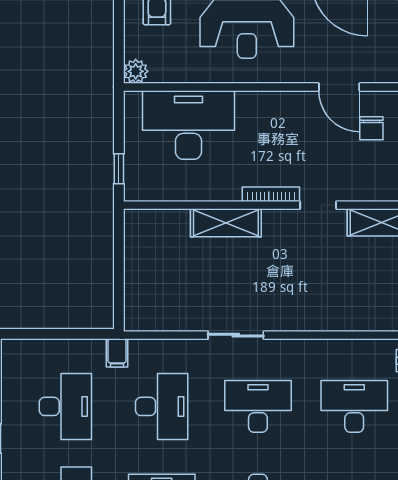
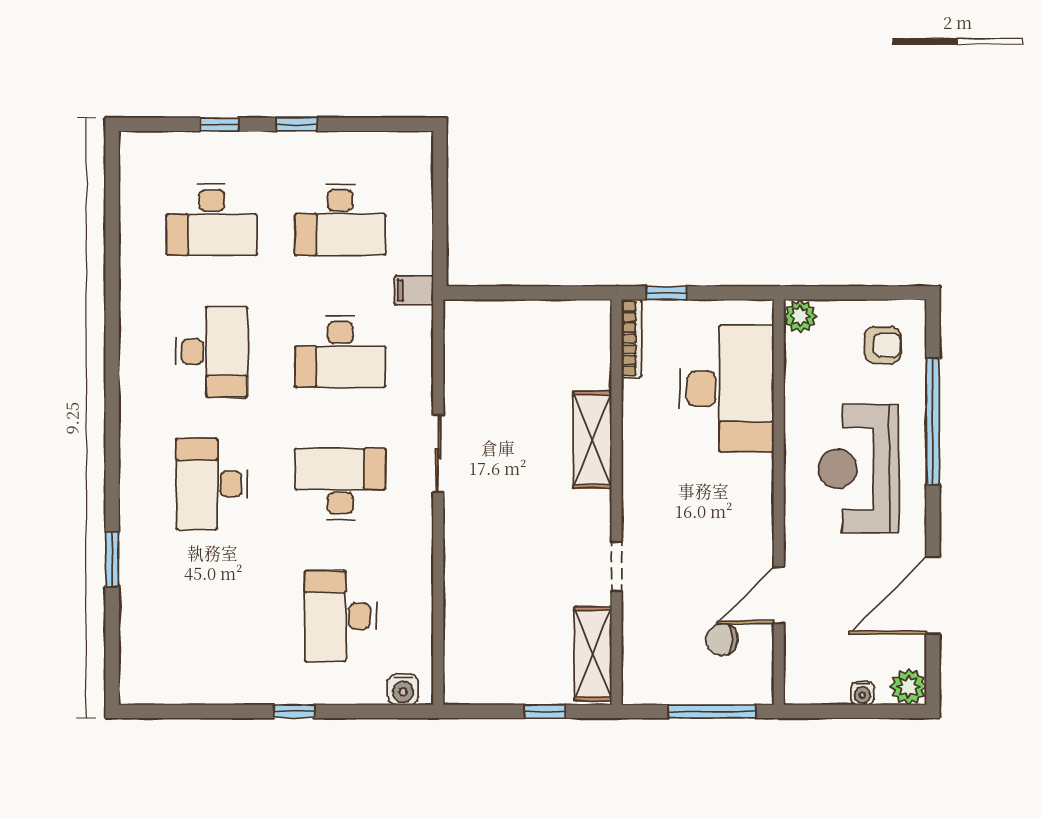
bookcase: (271, 194) -> (631, 339), moved
desk: (258, 406) -> (340, 484), turned -90
desk: (354, 406) -> (340, 616), turned 180

